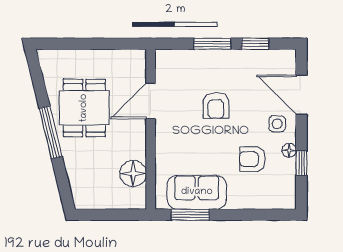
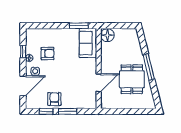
door: (301, 95) -> (23, 86), hinge flipped
armchair: (216, 105) -> (54, 99), moved
floor lamp: (133, 174) -> (107, 35), moved
sofa: (197, 192) -> (88, 43), moved, turned 90

